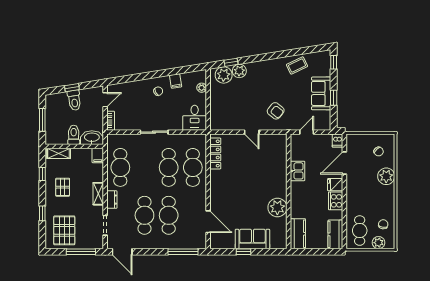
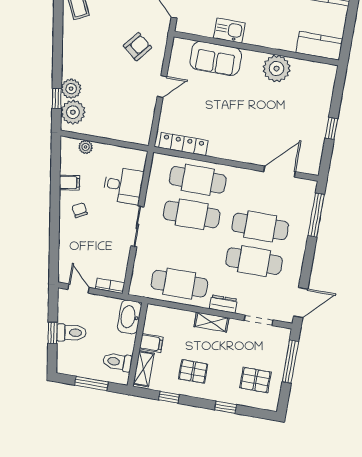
desk: (195, 118) -> (123, 185), moved
toilet: (74, 135) -> (117, 362), moved
filing cabinet: (98, 155) -> (151, 343), moved
pallet: (64, 230) -> (255, 380), width x0.67, depth x0.71
sofa: (252, 239) -> (216, 59), moved, turned -90

